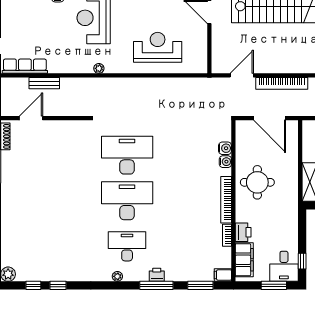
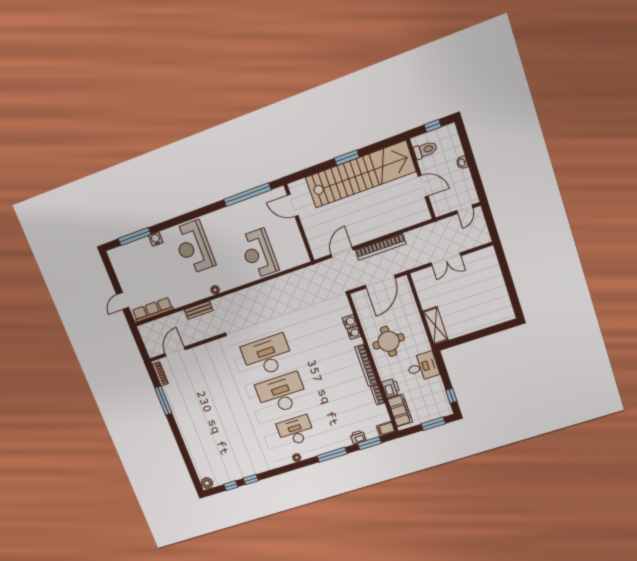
reception desk: (158, 47) -> (259, 254), turned -90
bench: (44, 83) -> (199, 310), moved
door: (270, 118) -> (380, 282), hinge flipped
desk: (284, 266) -> (423, 367), moved, turned -90
printer: (157, 275) -> (358, 437), moved

